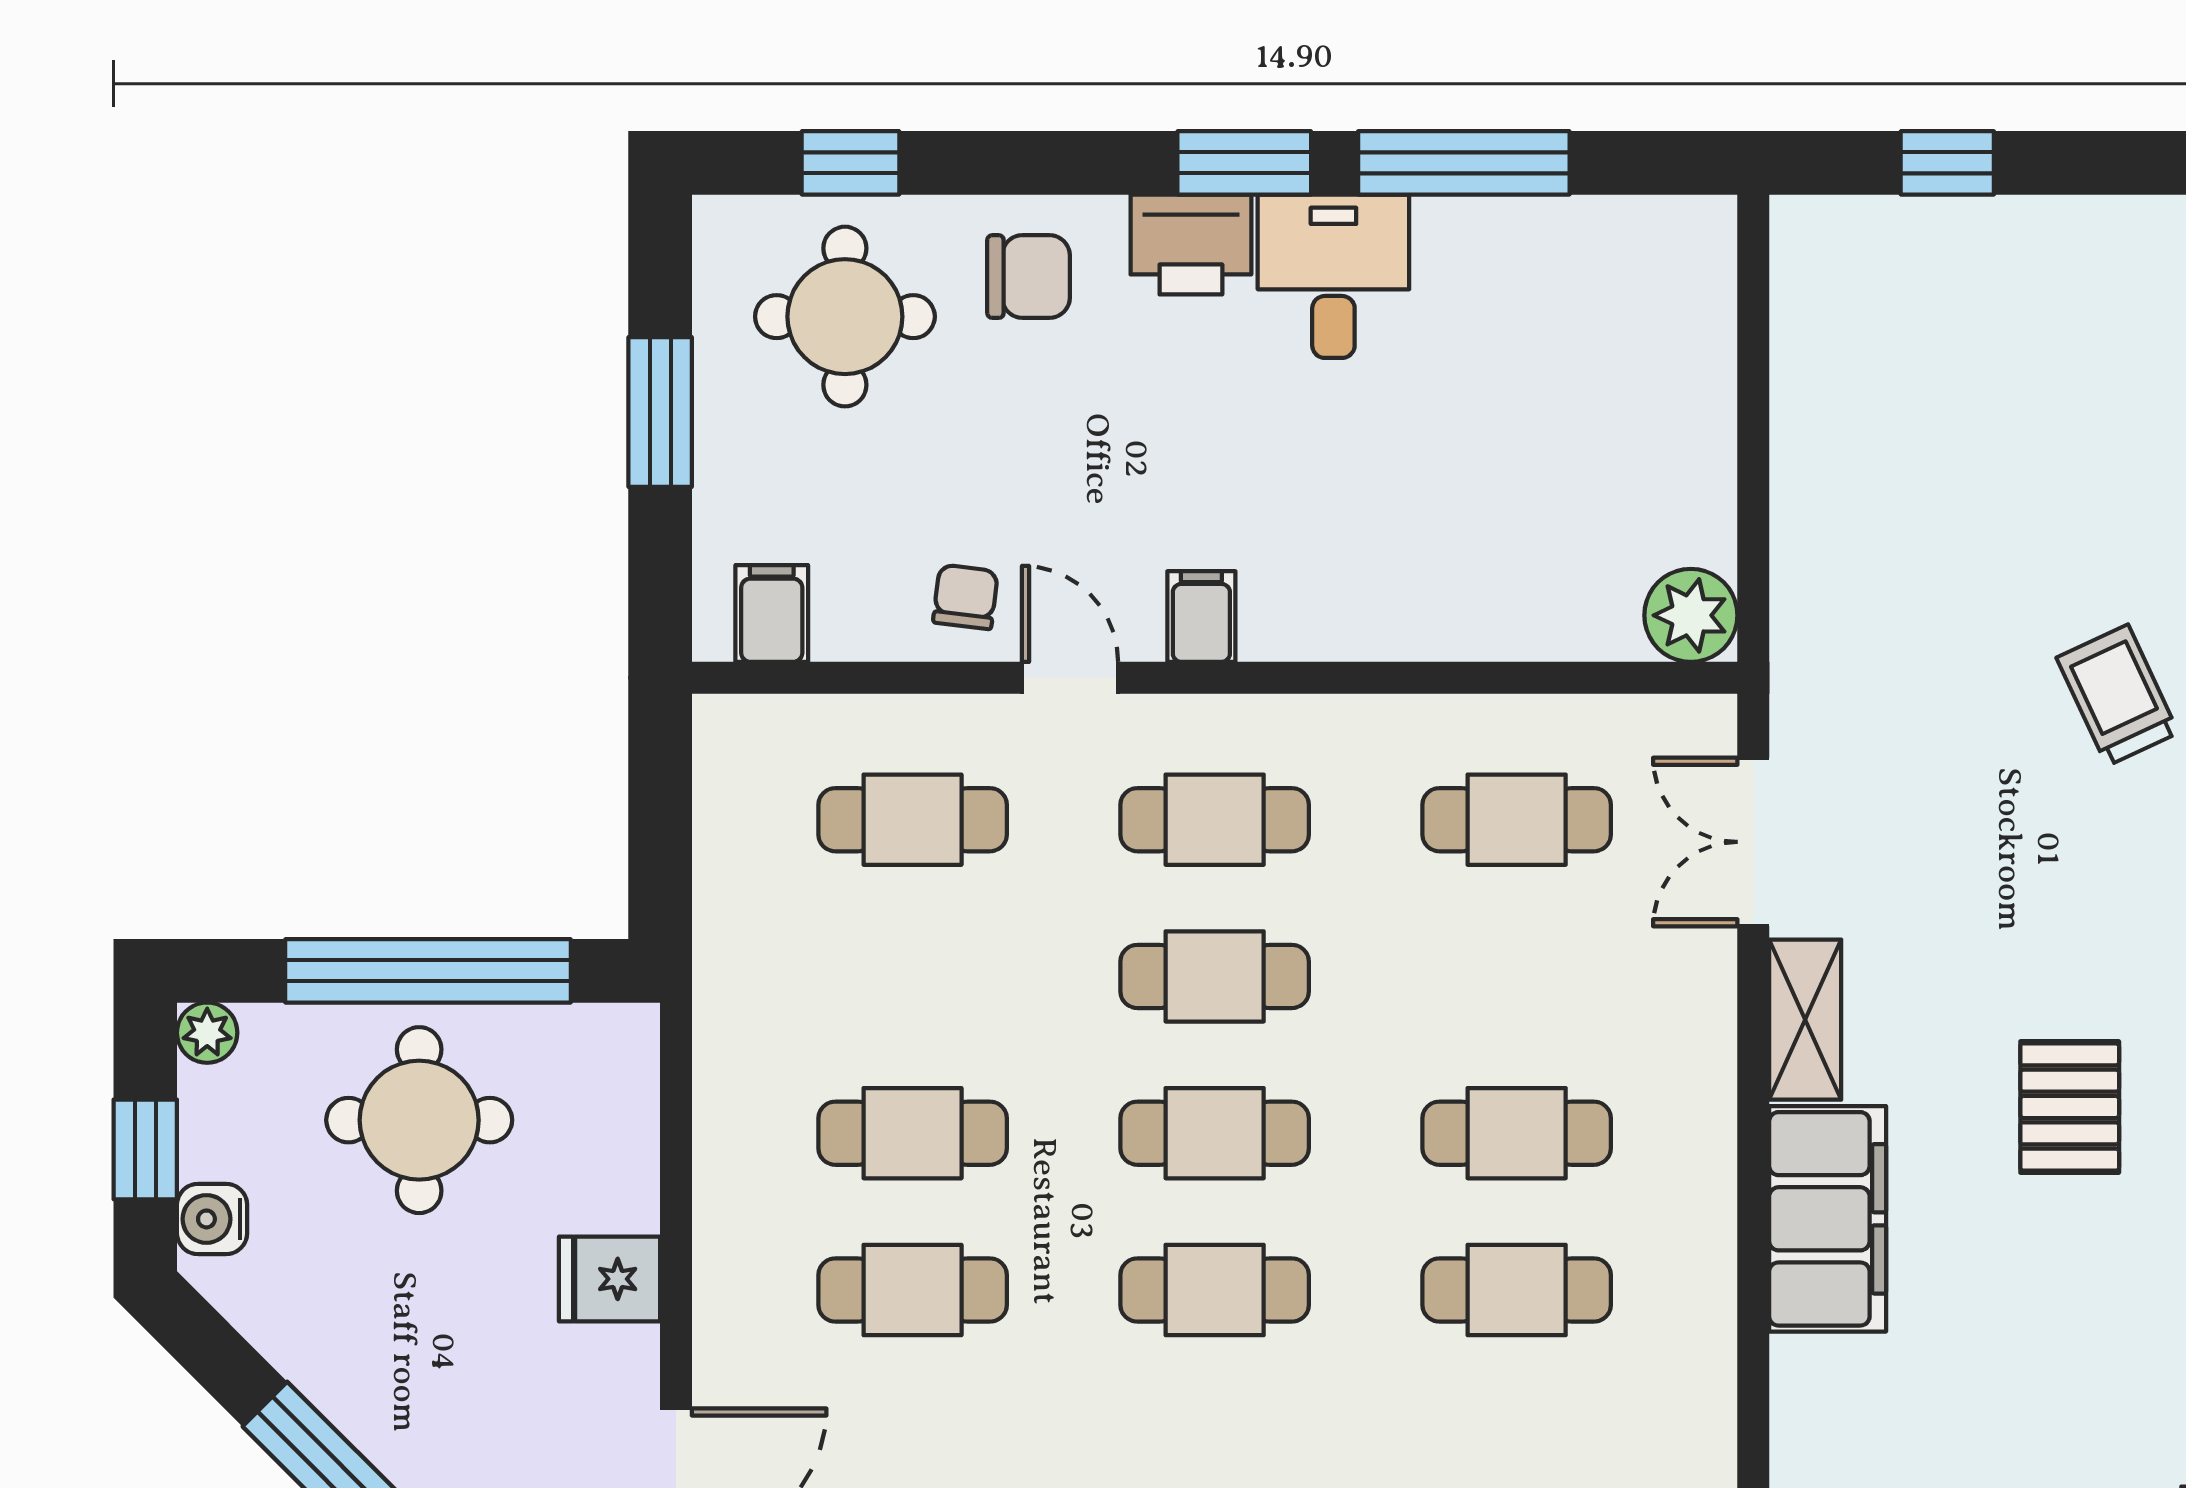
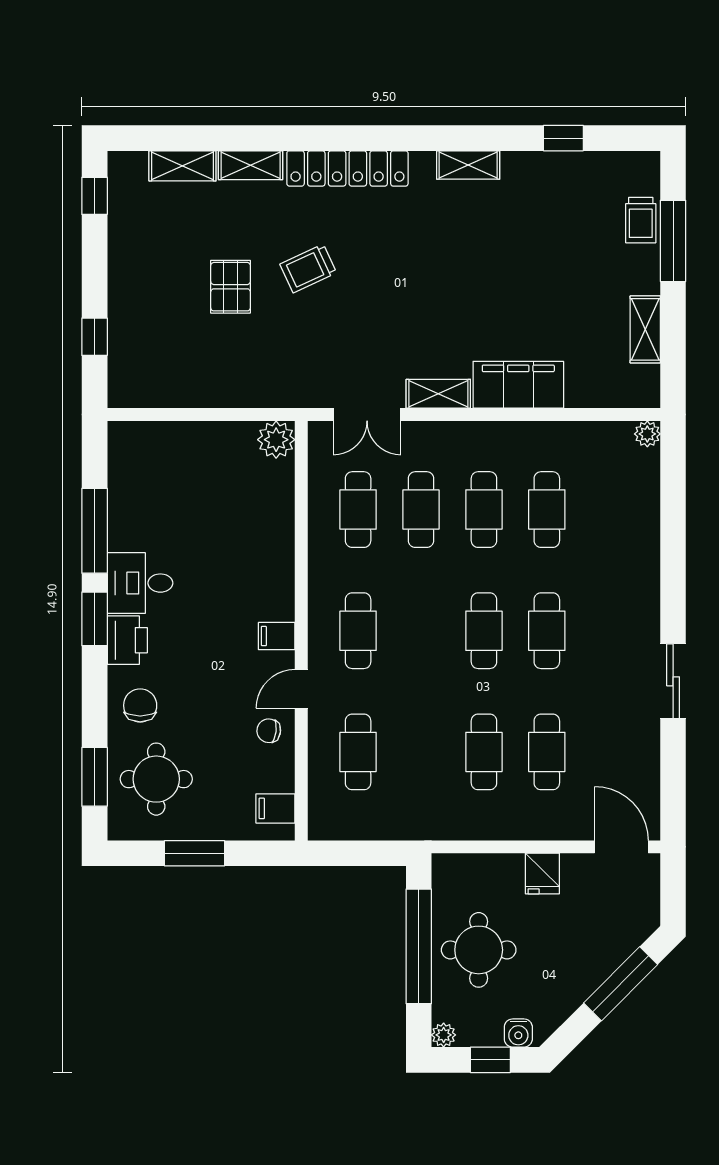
window: (851, 163) -> (95, 777), width x1.50
cafe table: (1215, 976) -> (421, 510), moved
pallet: (2070, 1107) -> (231, 287), moved, turned 90

